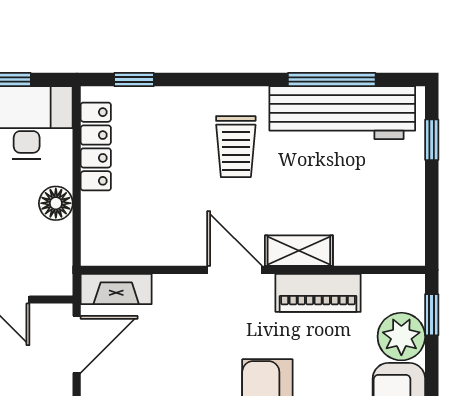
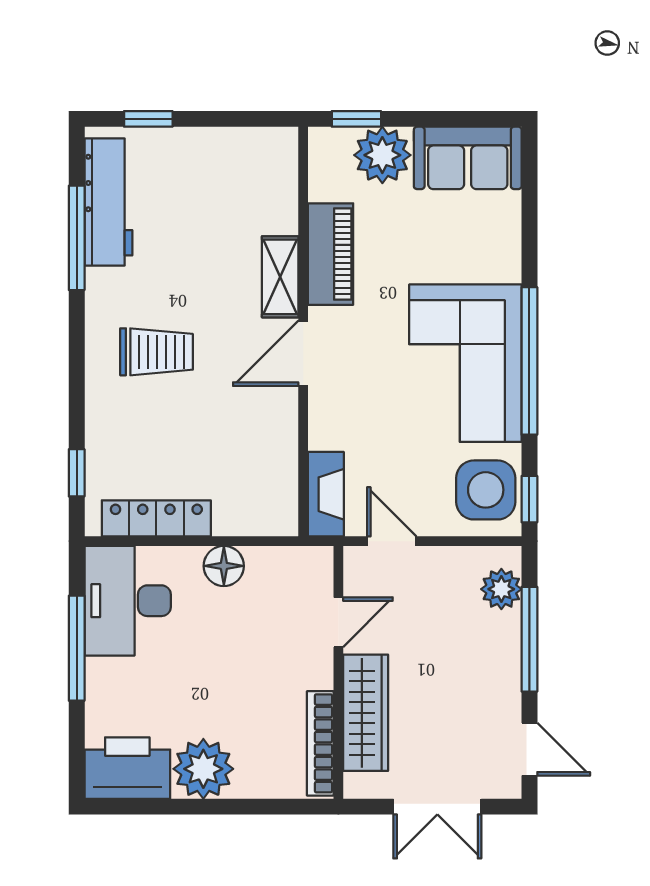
workbench: (342, 113) -> (108, 202), width x0.73, depth x0.76
door: (77, 344) -> (392, 541), width x0.73

